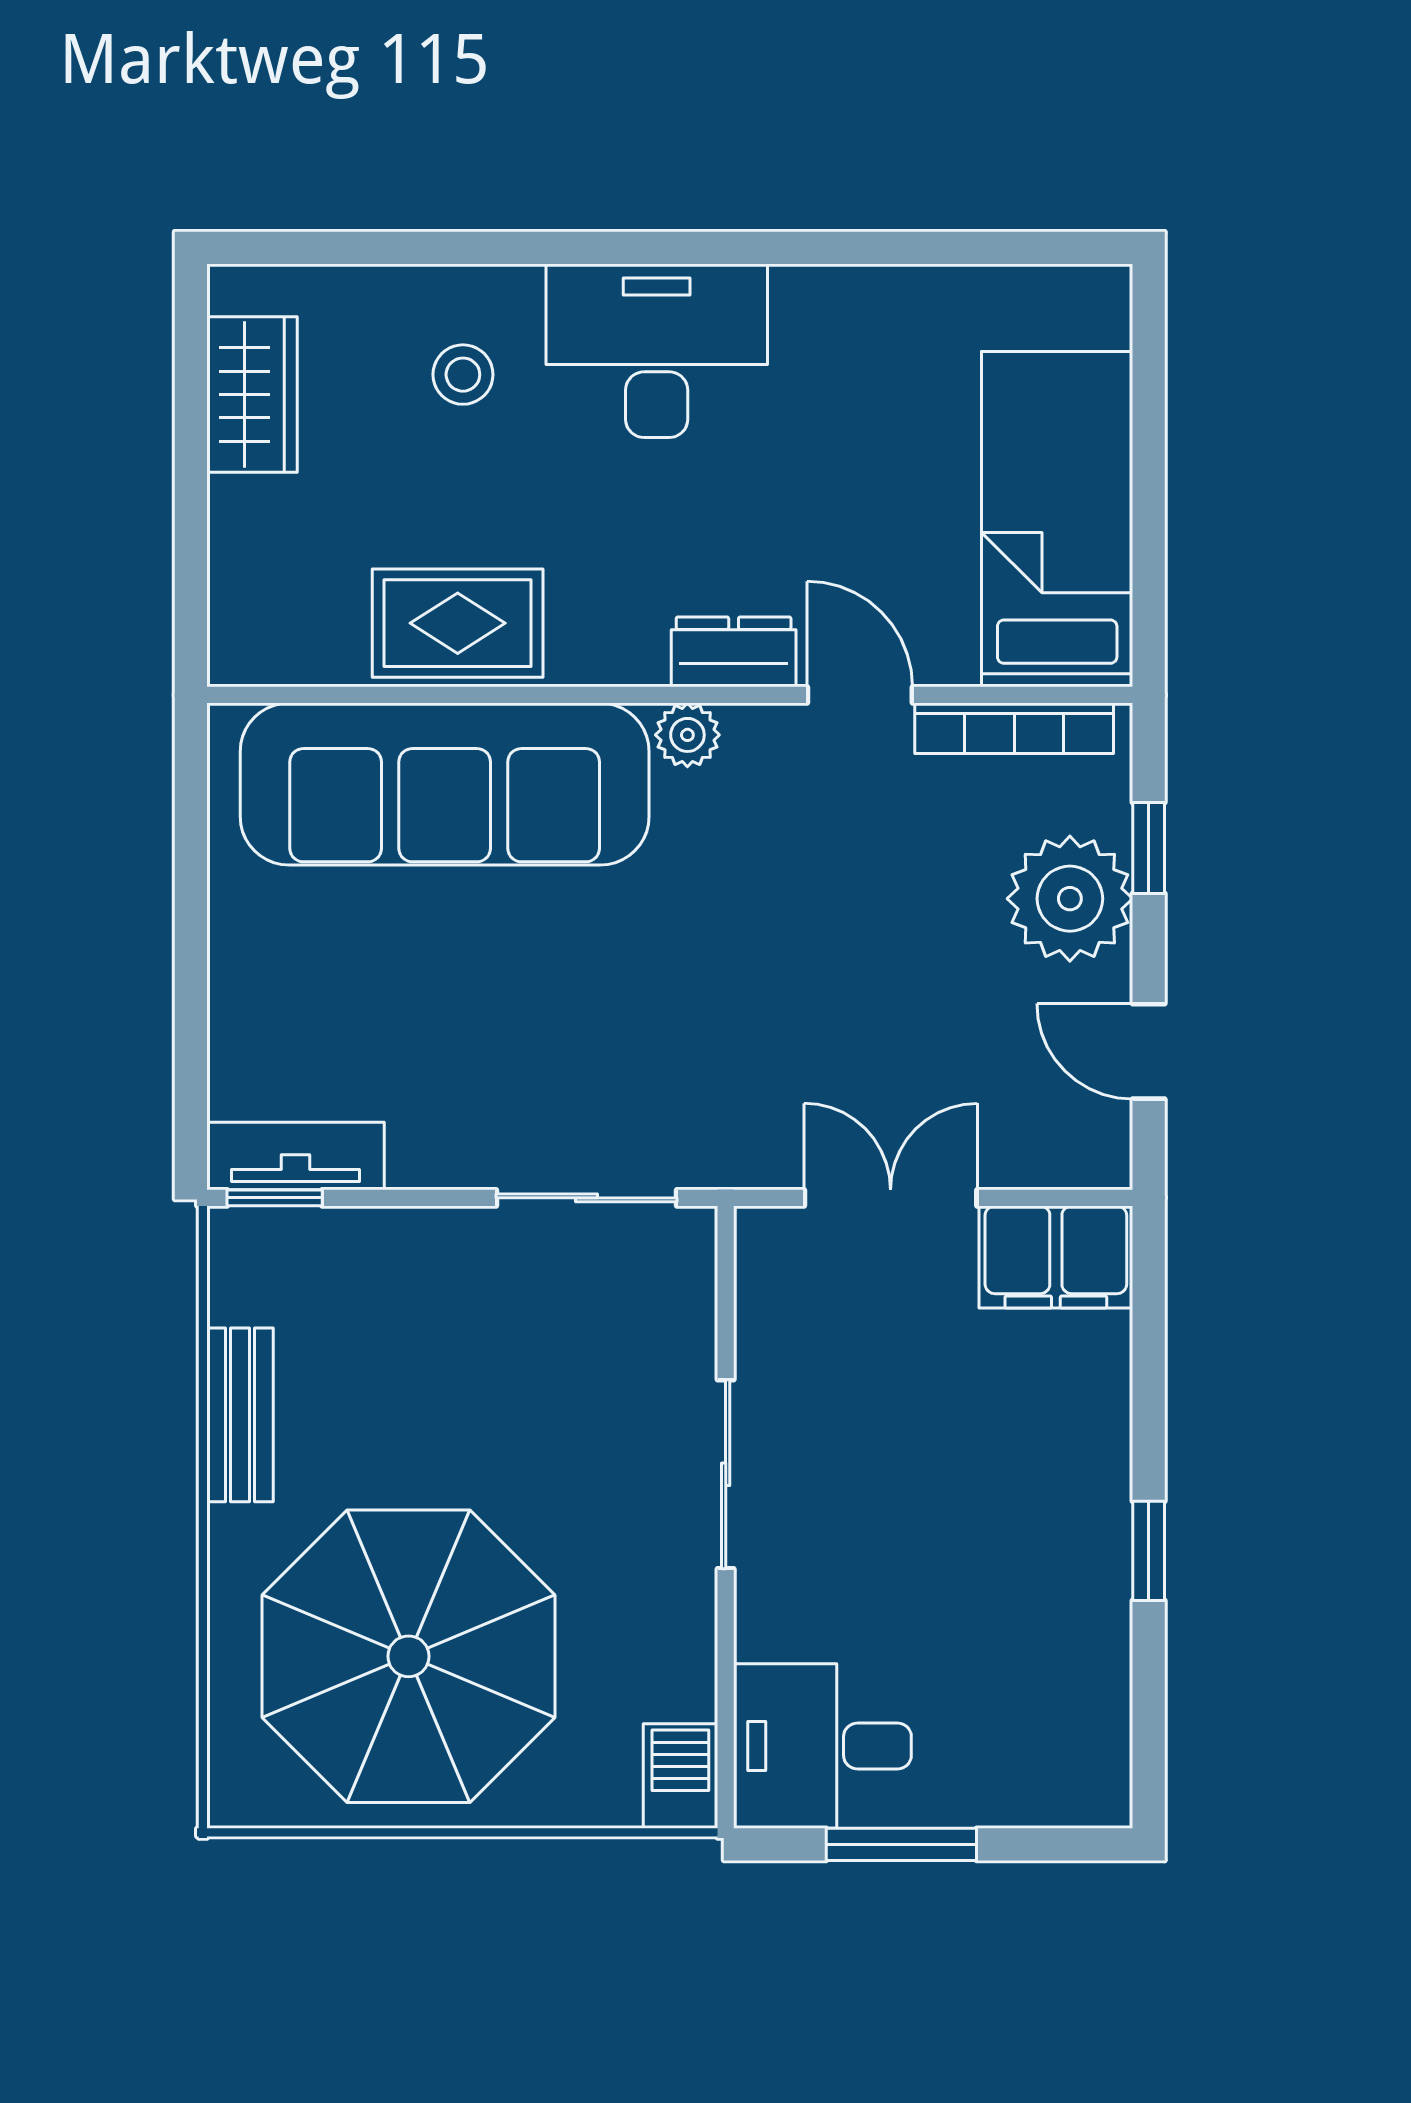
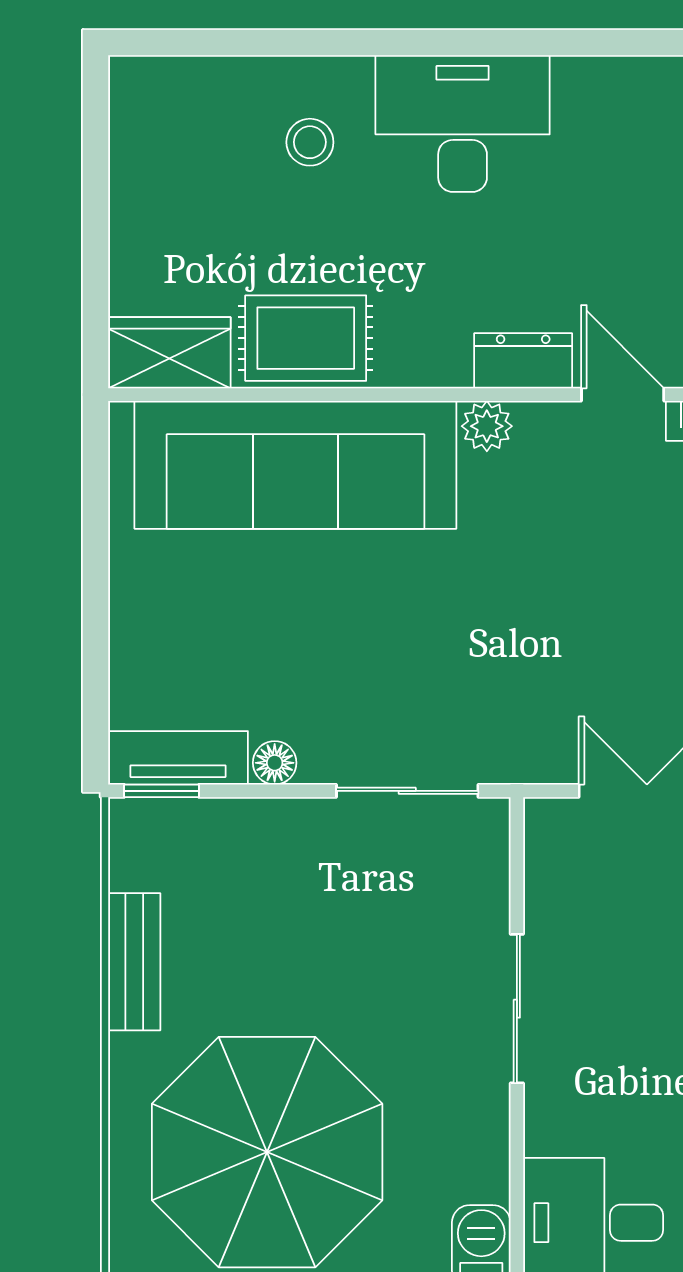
wardrobe: (252, 394) -> (169, 353), moved, turned -90
floor lamp: (418, 1162) -> (275, 763), added

